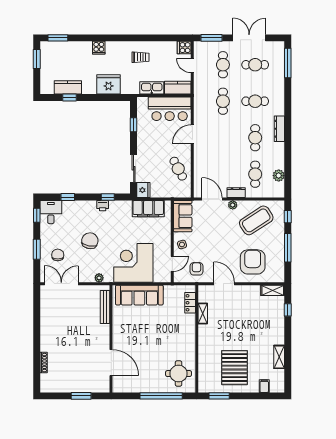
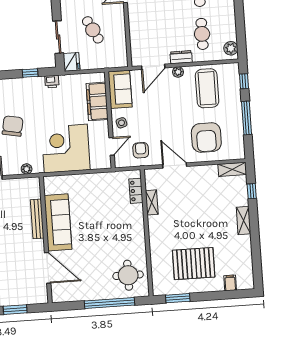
cafe table: (178, 169) -> (93, 30), moved
plant: (279, 176) -> (231, 48), moved
door: (212, 199) -> (153, 67), swing flipped
printer: (103, 206) -> (52, 82), moved
filing cabinet: (148, 209) -> (97, 101), moved, turned 90
coffee table: (256, 220) -> (207, 88), turned -57
armchair: (253, 262) -> (206, 138), turned 180
sofa: (139, 295) -> (58, 222), moved, turned -90
bench: (105, 307) -> (37, 219), moved
shelving: (279, 357) -> (244, 220), moved
pallet: (235, 368) -> (194, 264), turned 90

